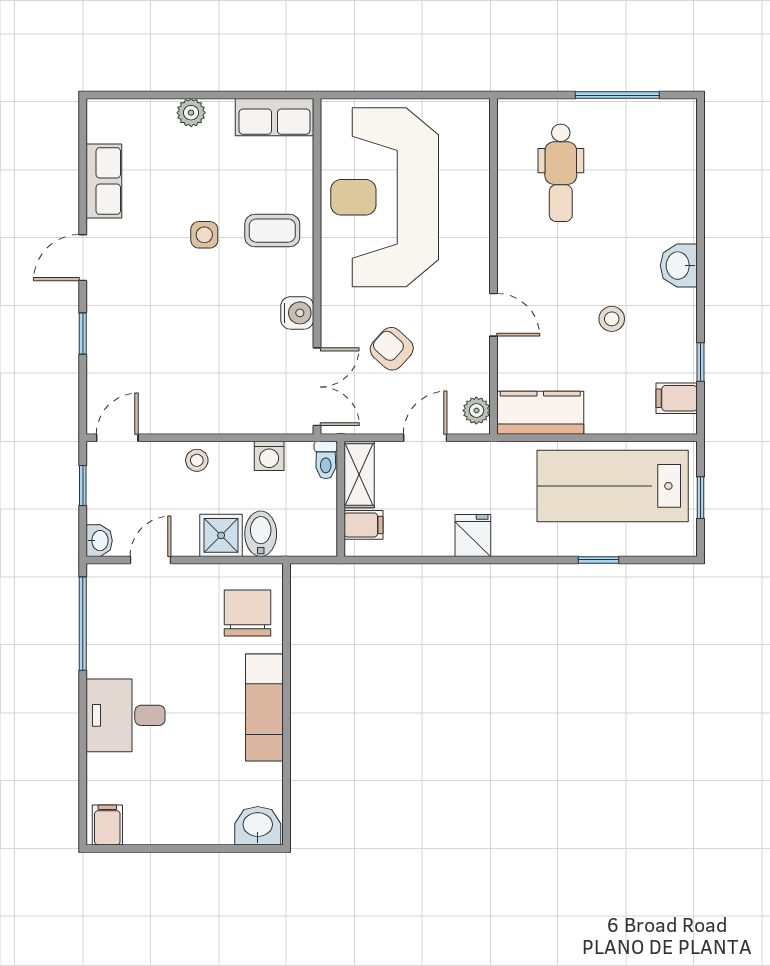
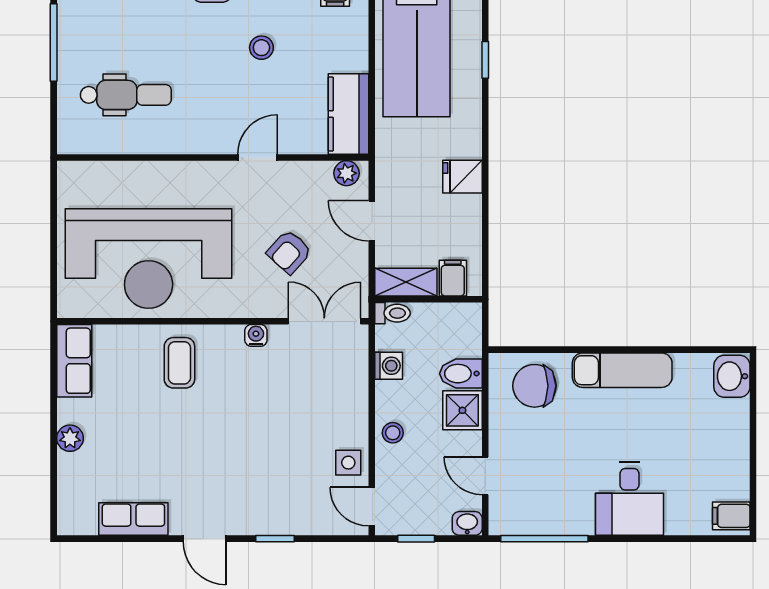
side table: (204, 235) -> (348, 463), moved
water cooler: (297, 313) -> (256, 335), width x0.72, depth x0.72

